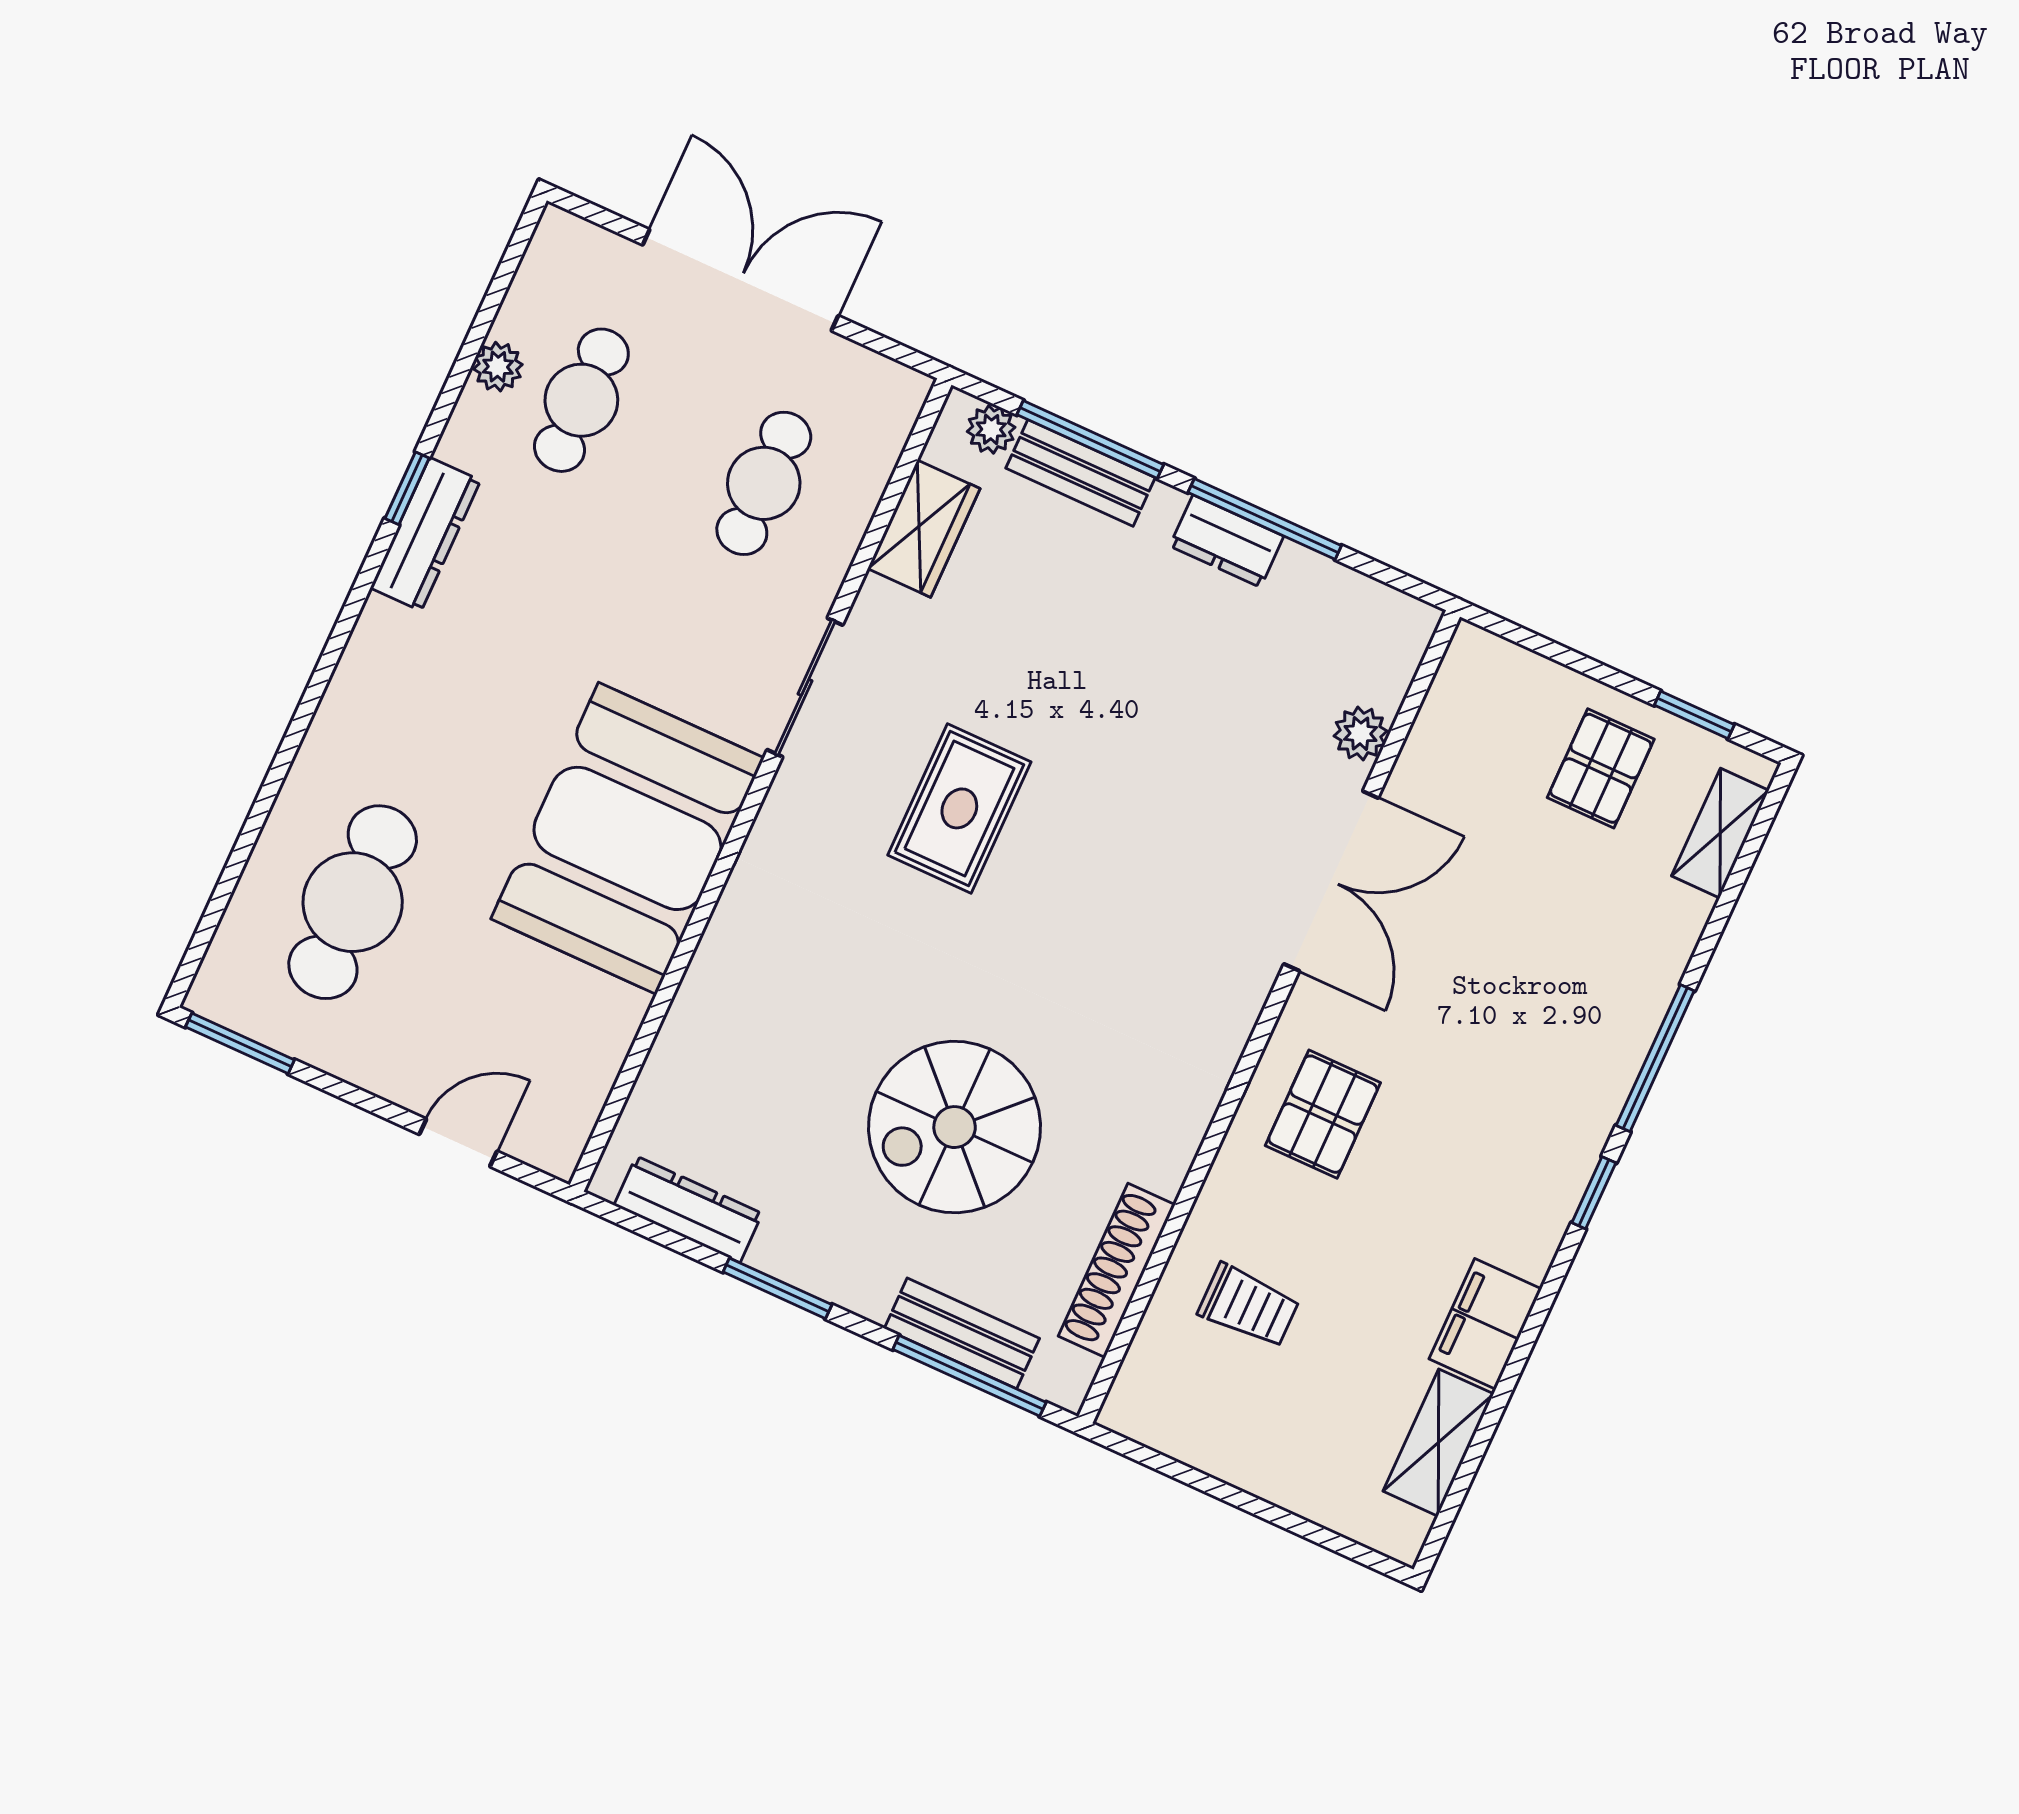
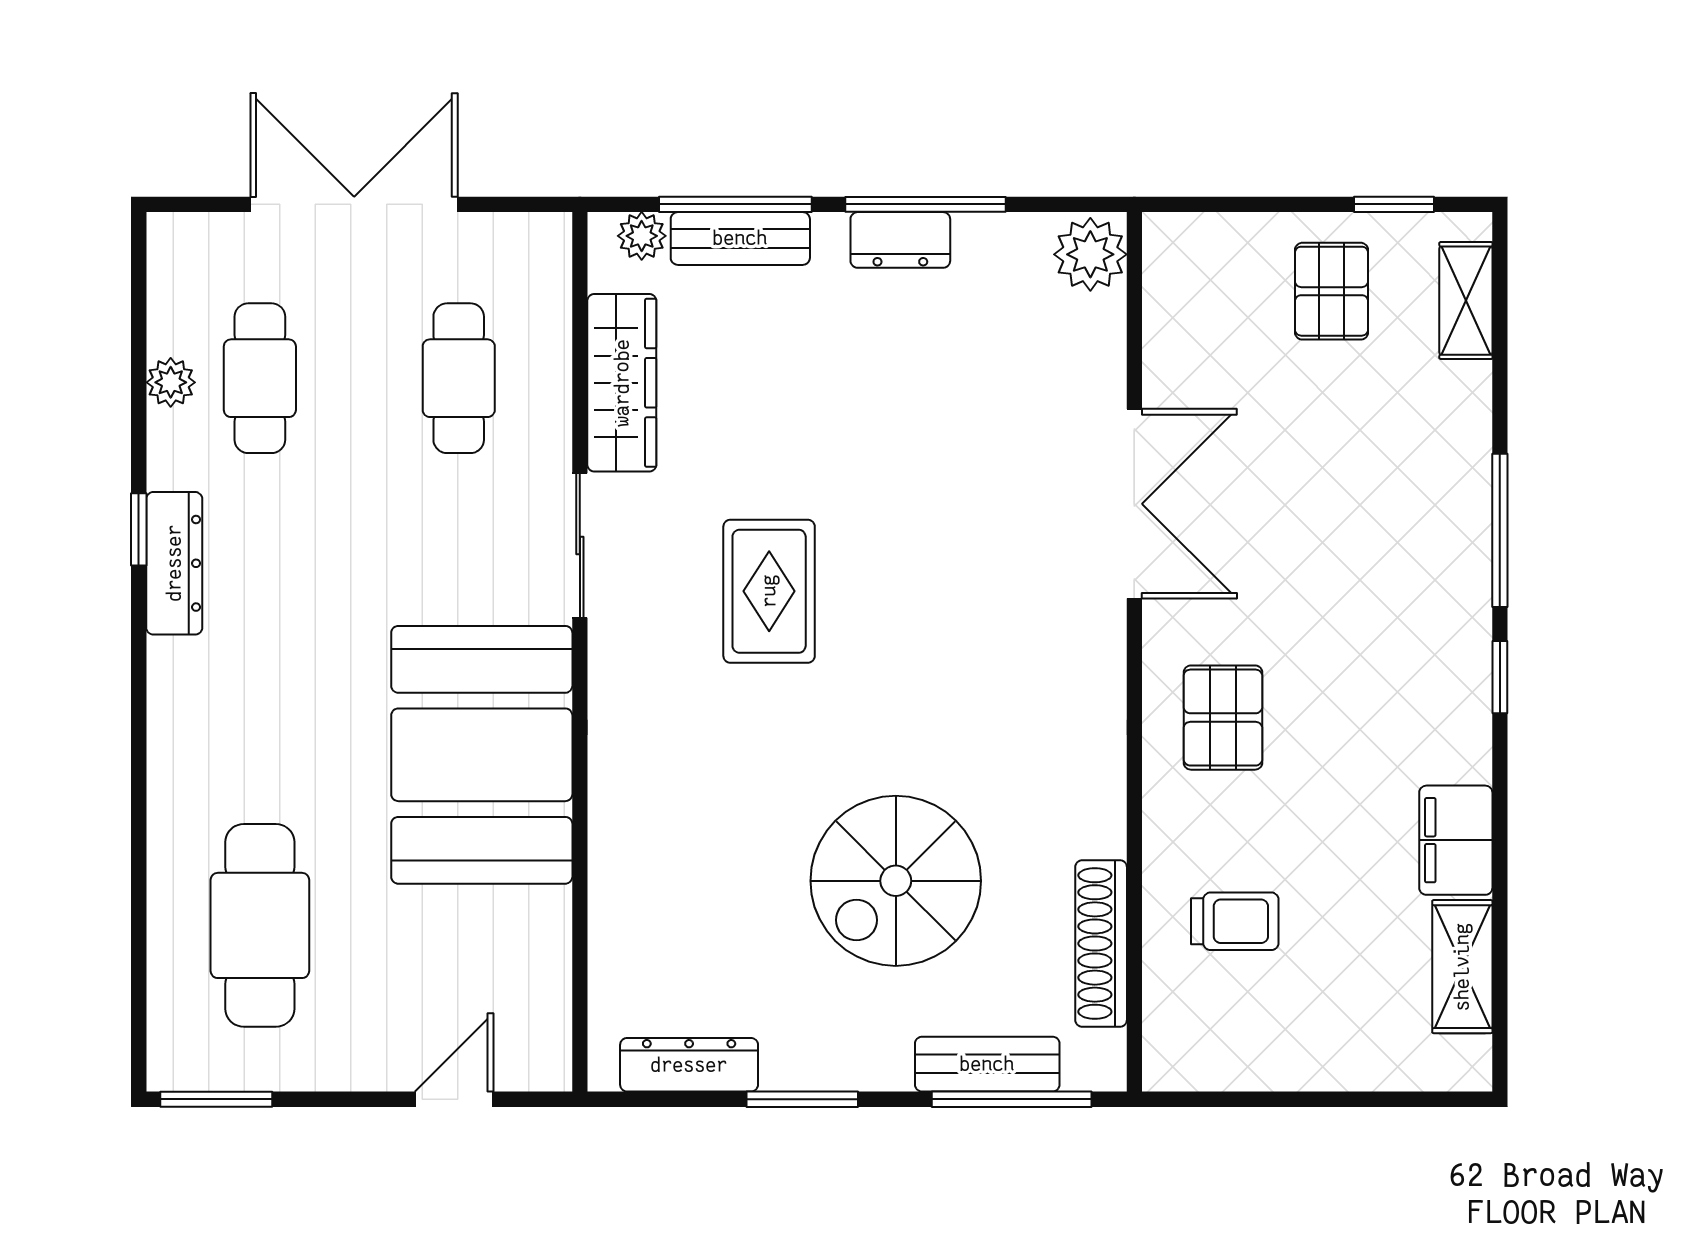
wardrobe: (924, 529) -> (622, 383), width x1.50
plant: (1360, 733) -> (1090, 254), moved, width x1.38, depth x1.38

